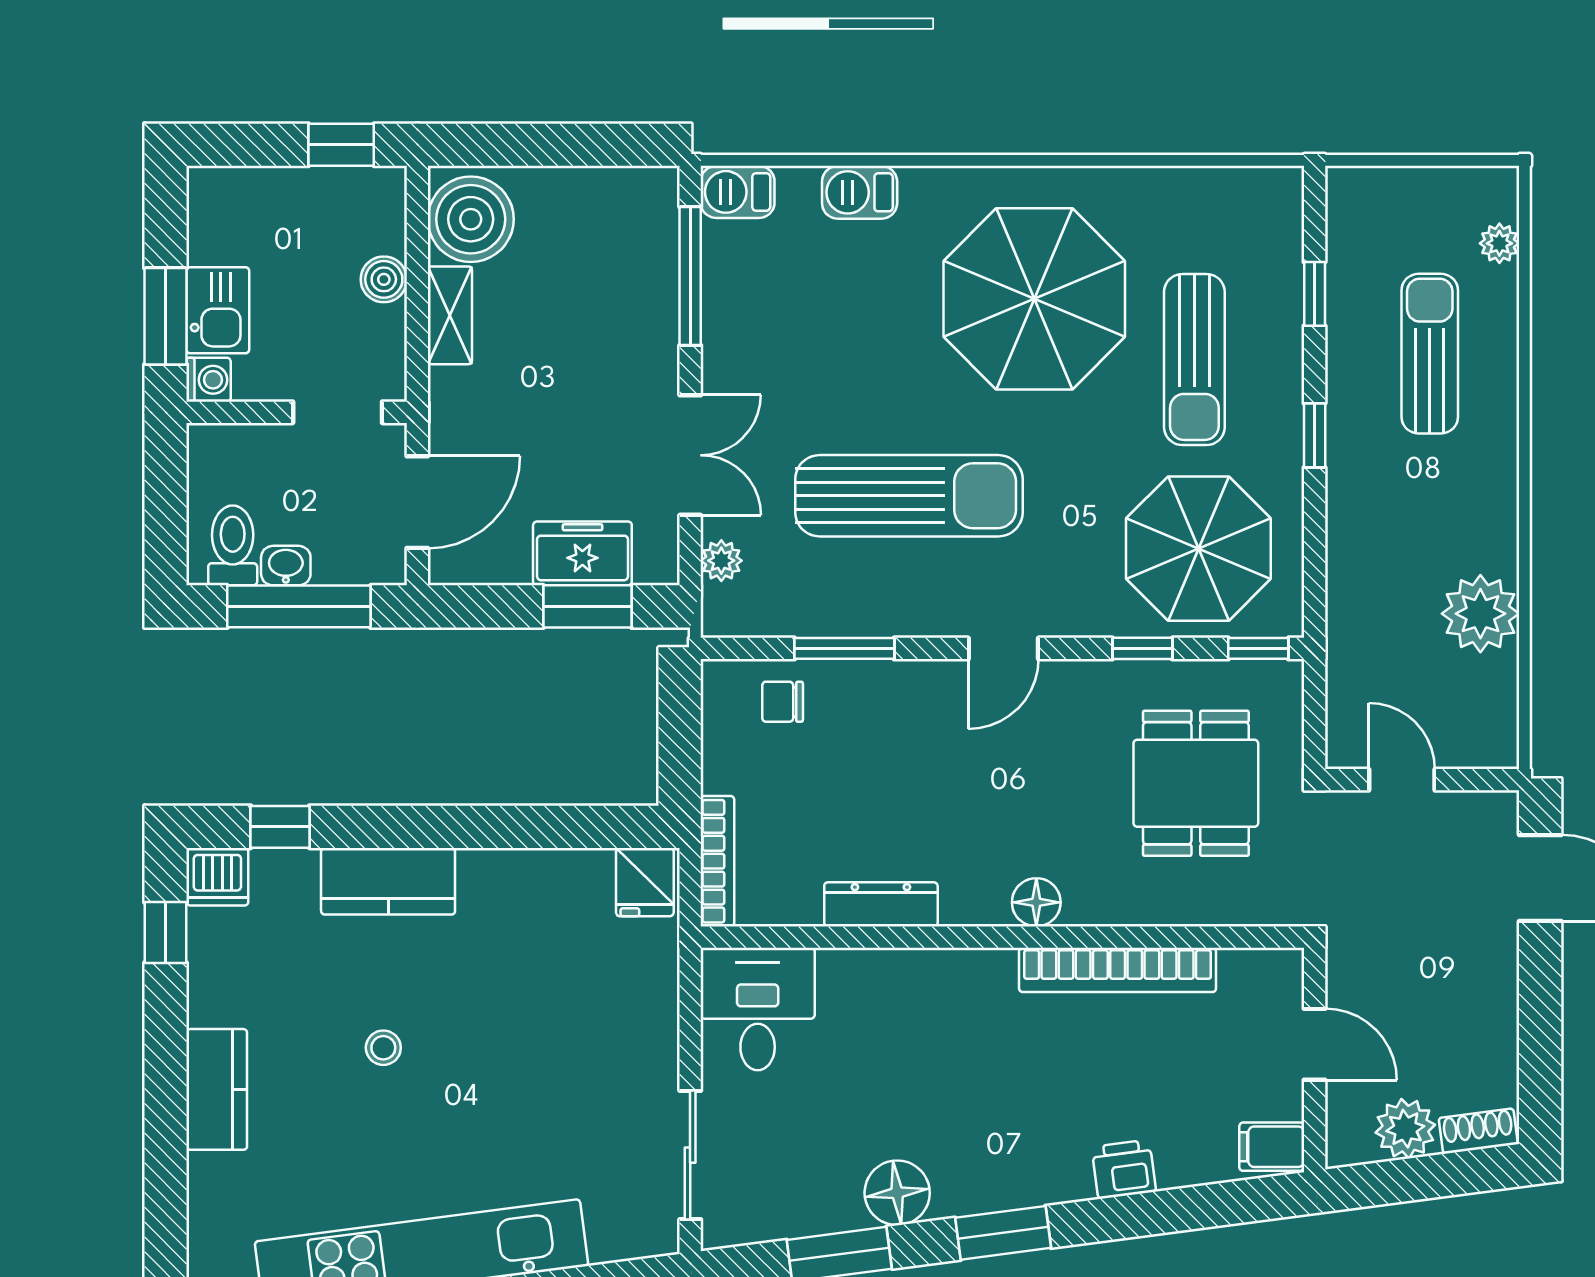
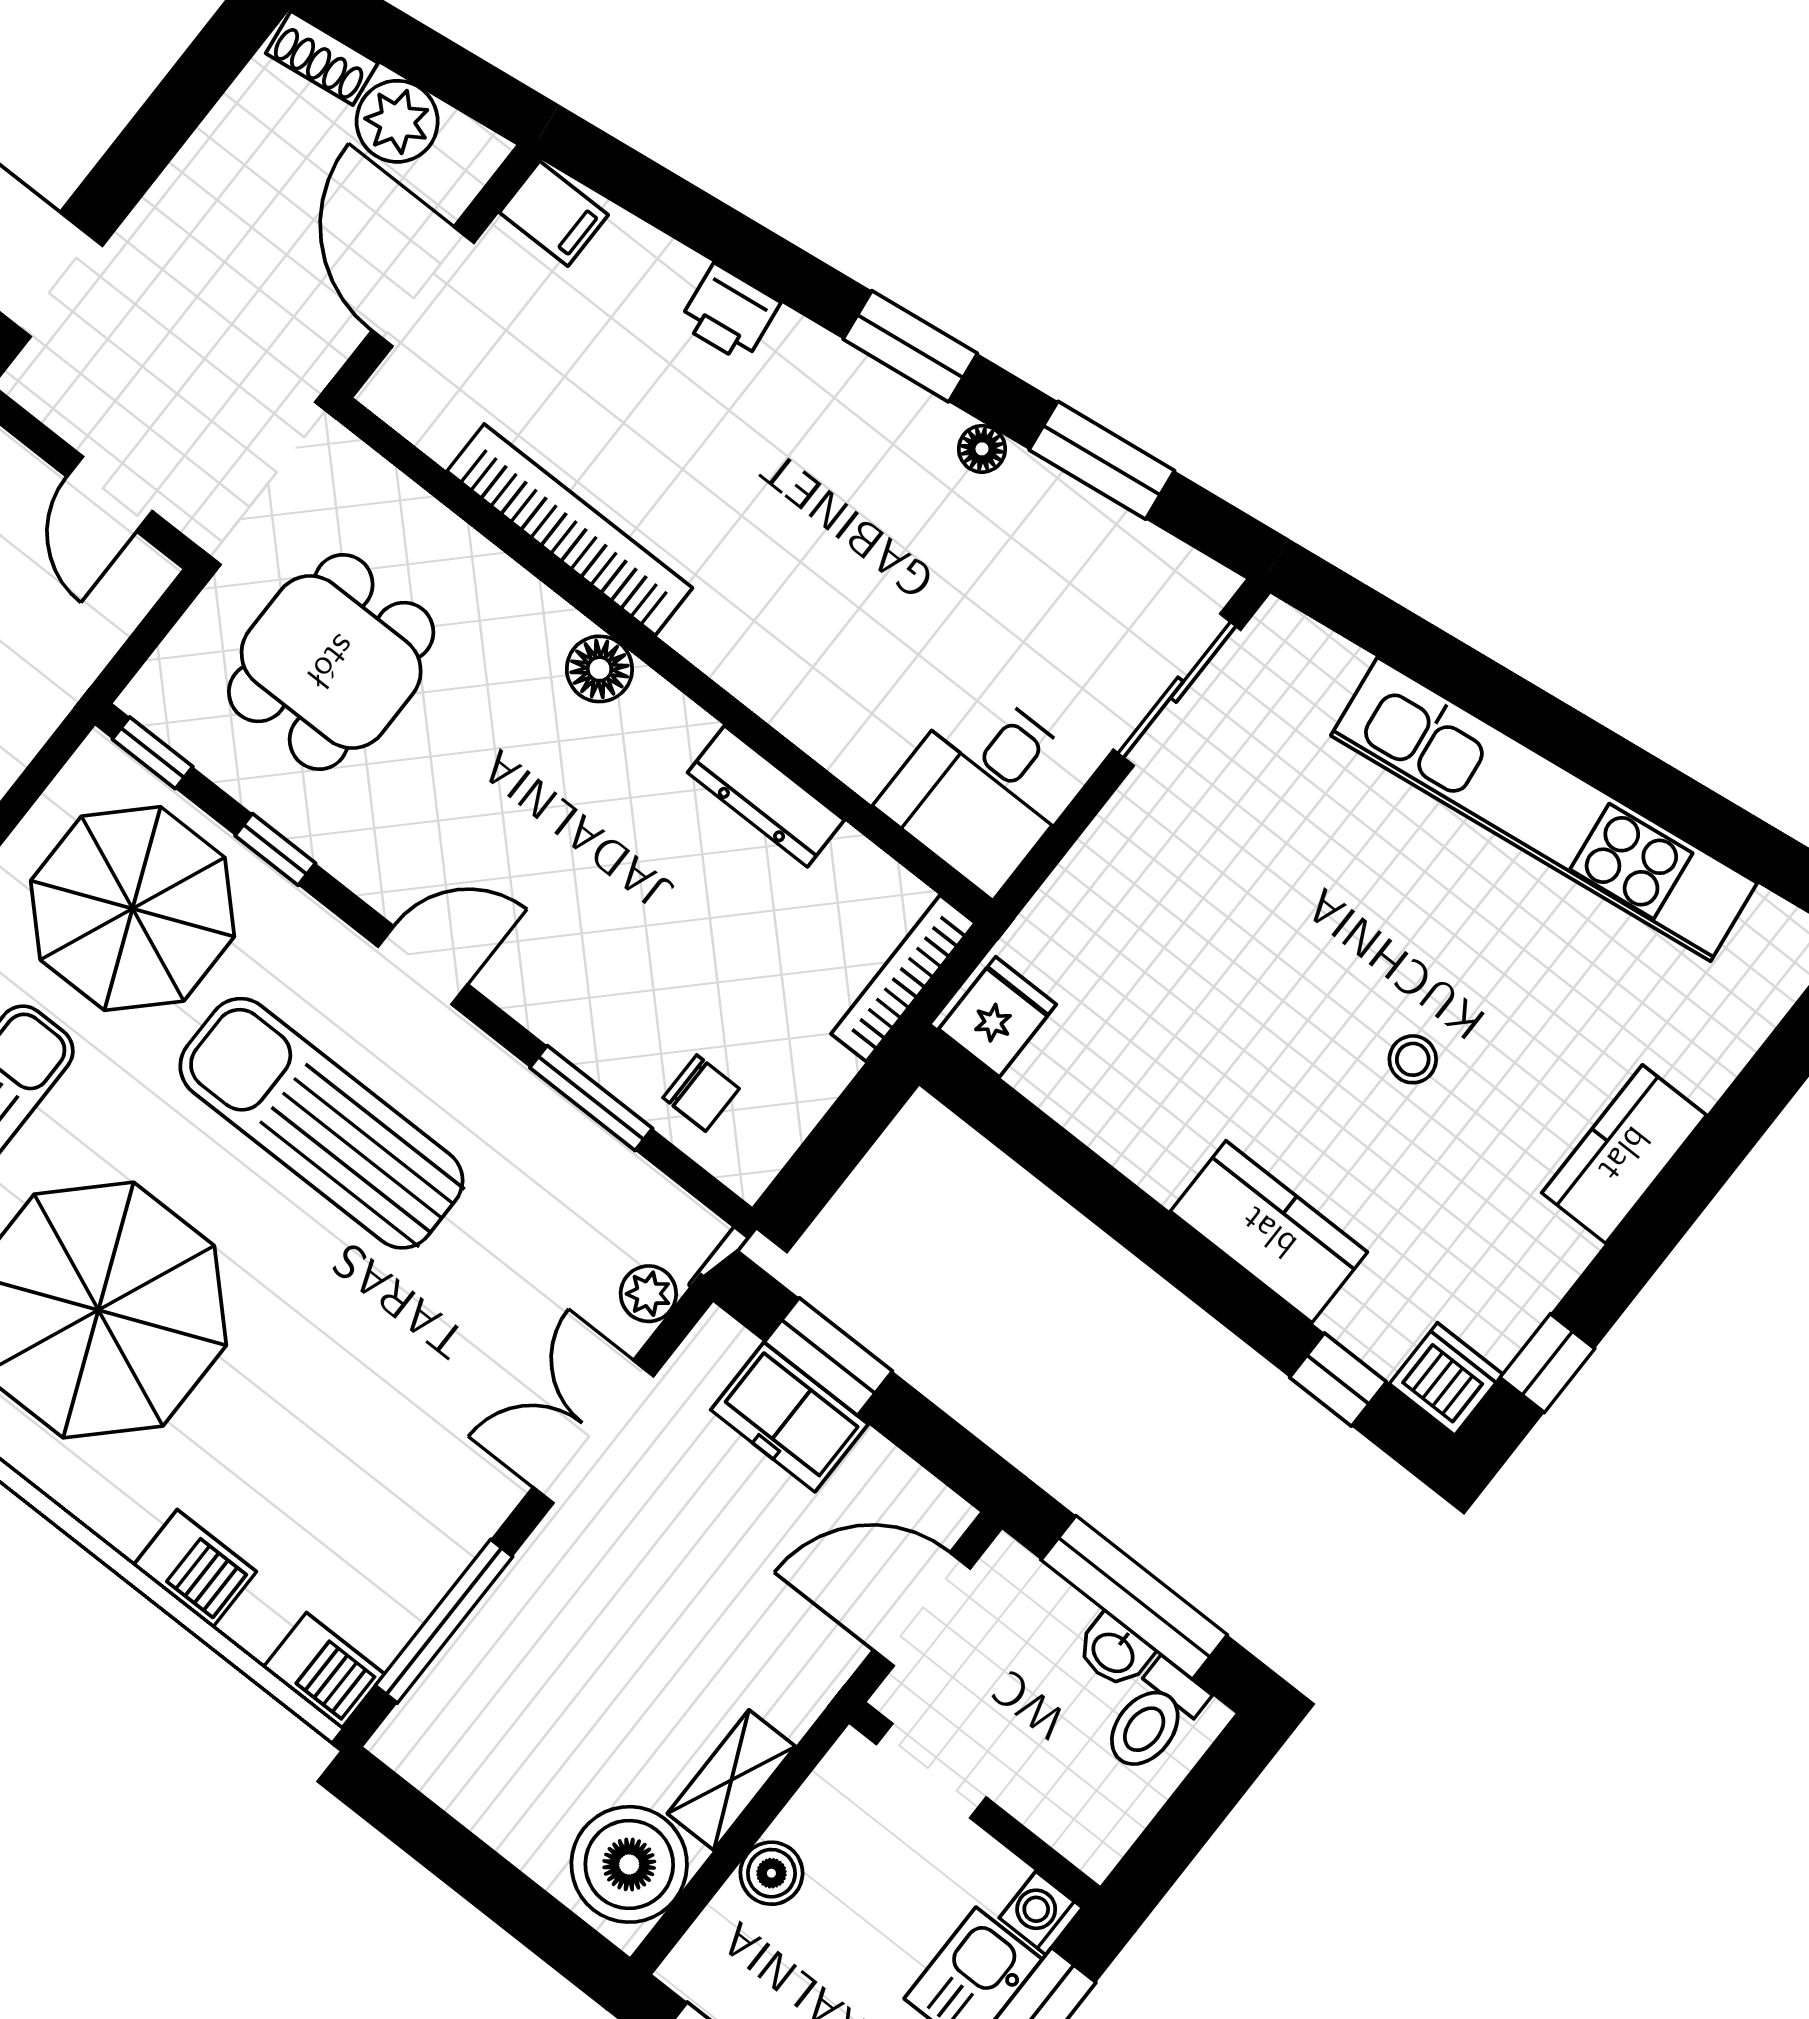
sun lounger: (909, 496) -> (321, 1123), moved
door: (1315, 1044) -> (423, 286), width x1.38
floor lamp: (897, 1193) -> (982, 449), width x0.53, depth x0.53

